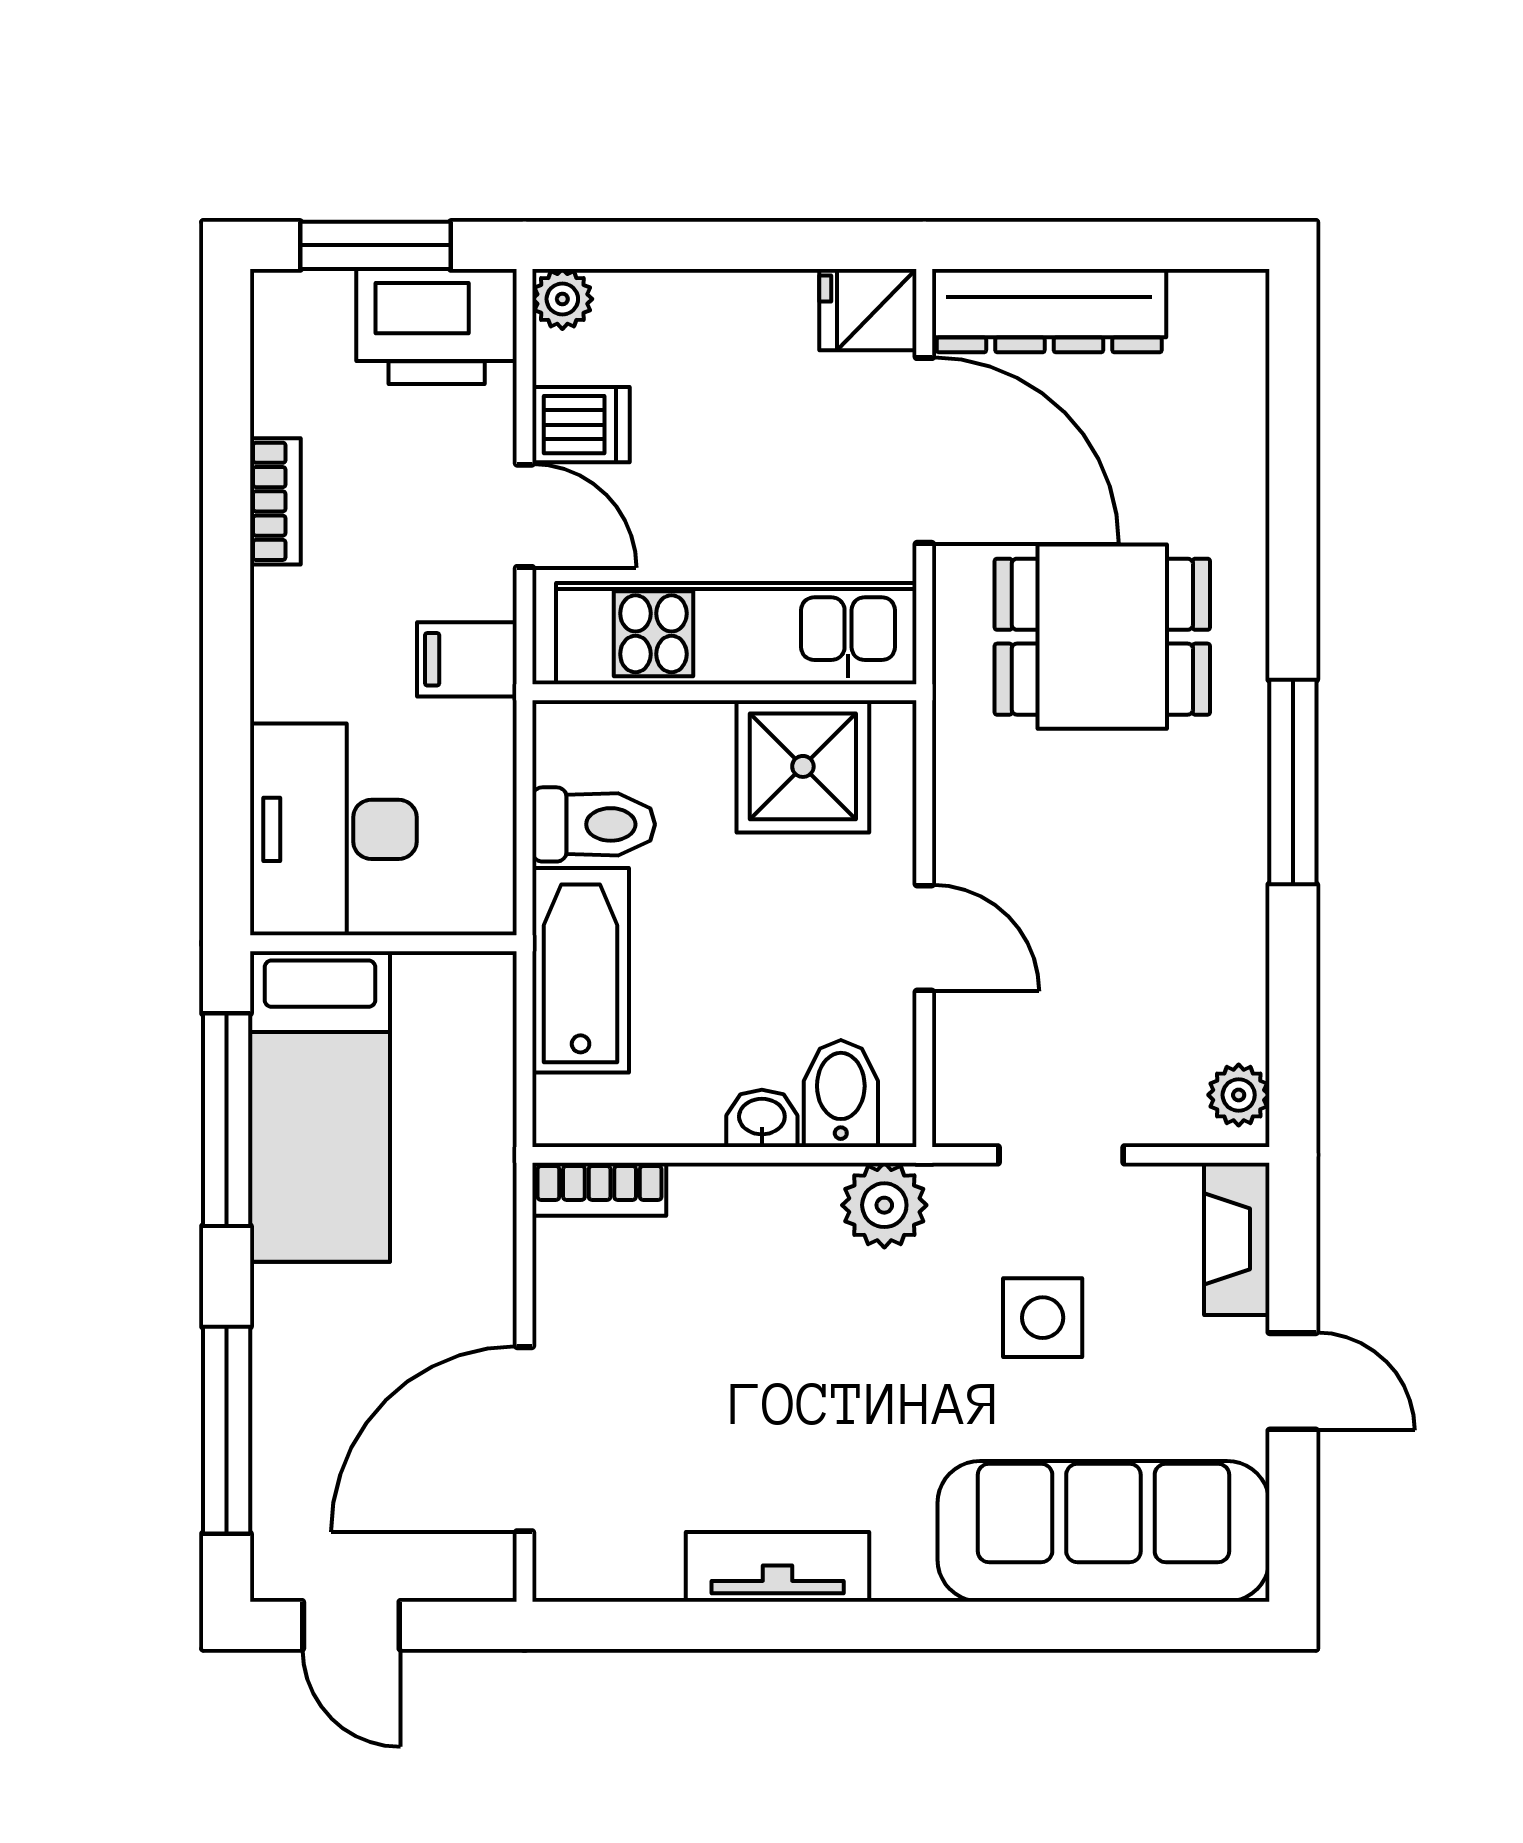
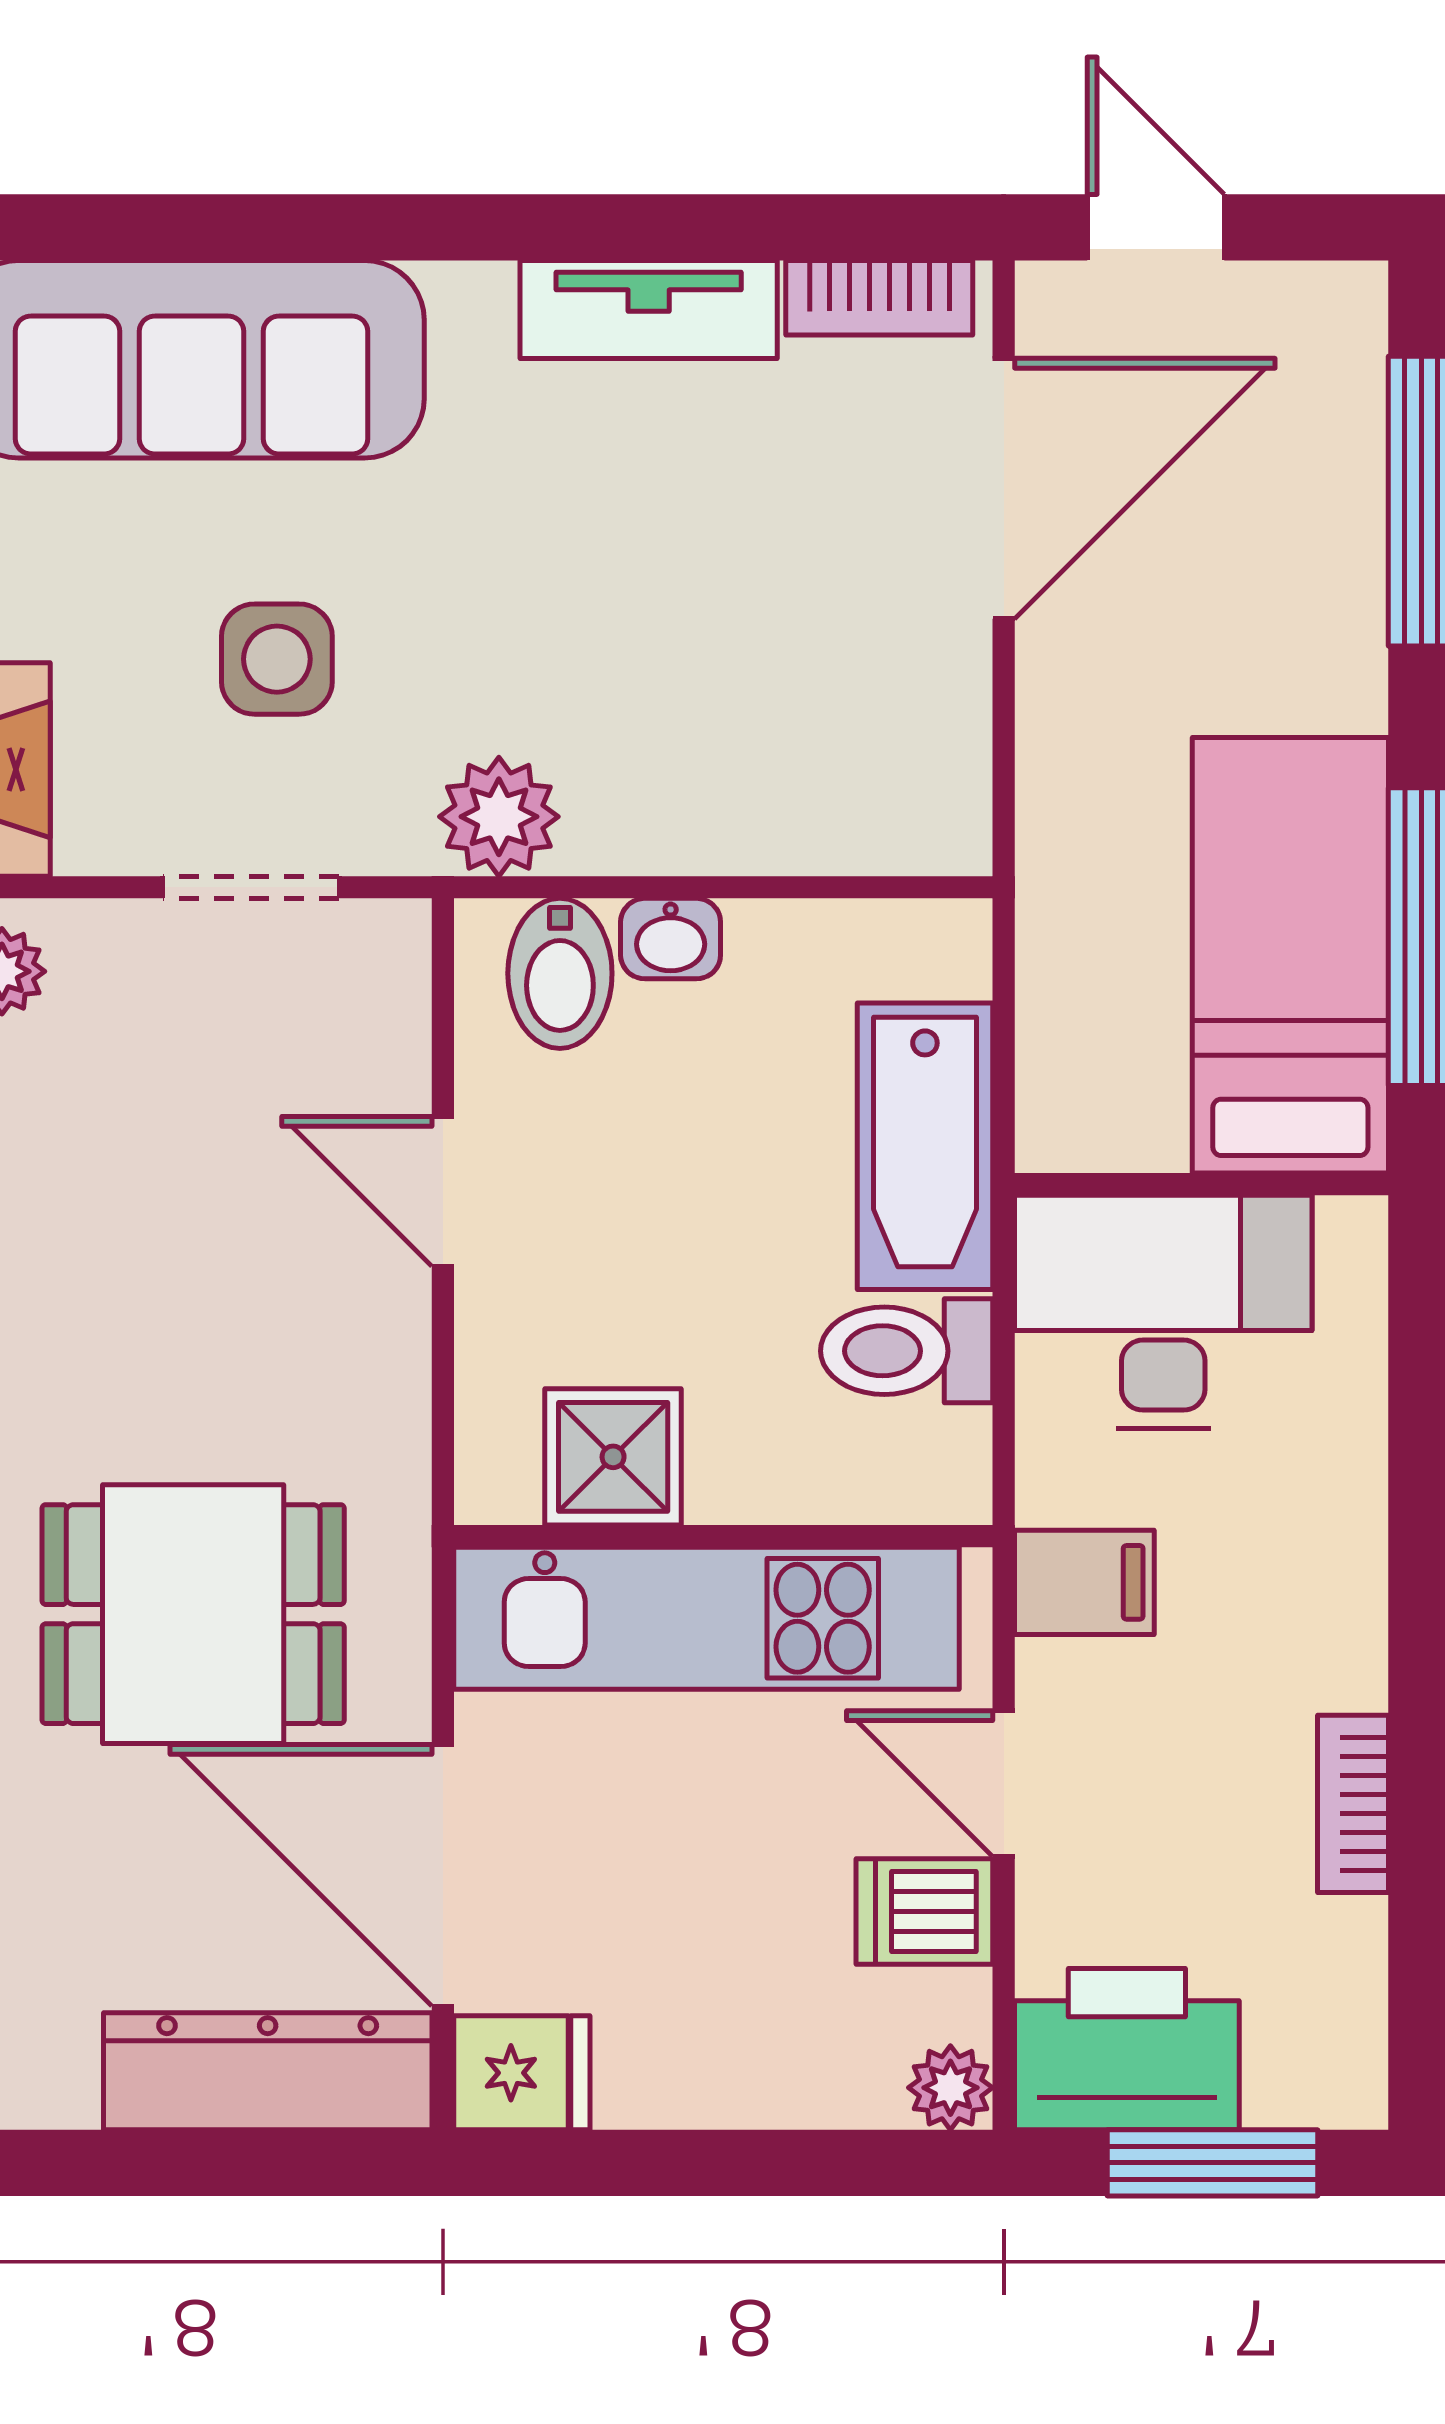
shower: (803, 766) -> (613, 1457), width x0.73, depth x0.73
desk: (333, 829) -> (1163, 1312), moved, turned -90
bookcase: (600, 1189) -> (879, 298), moved, turned 180
door: (351, 1625) -> (1156, 227), moved

